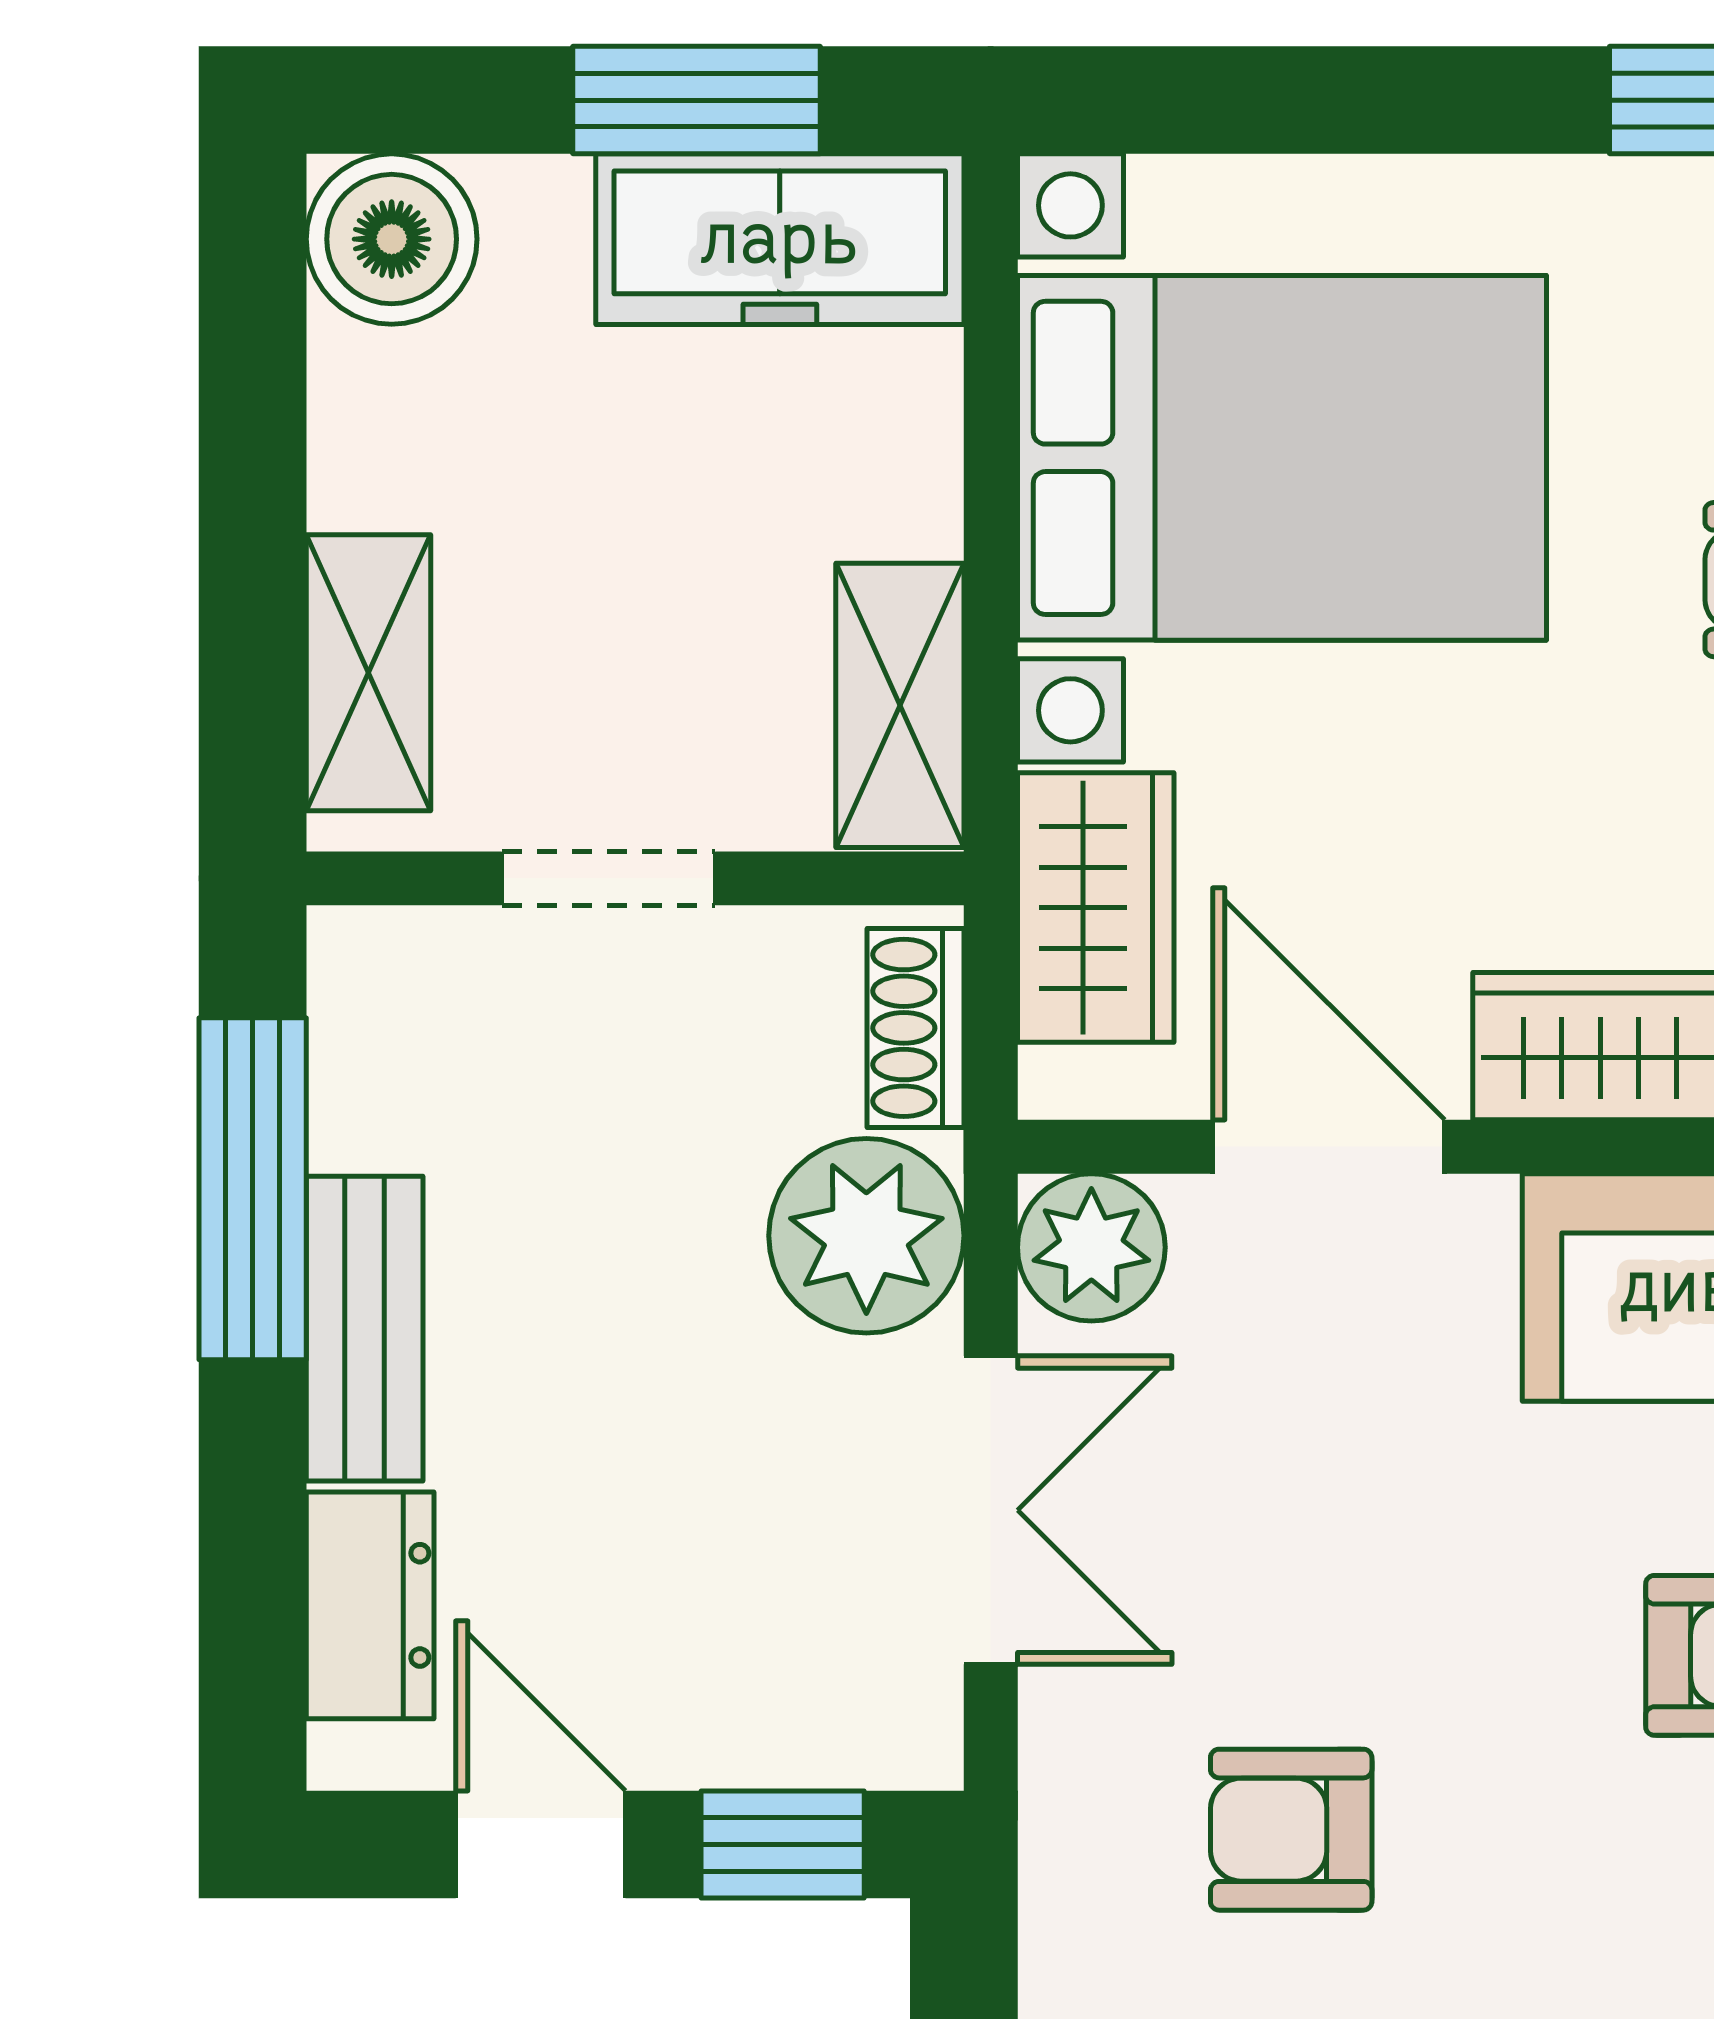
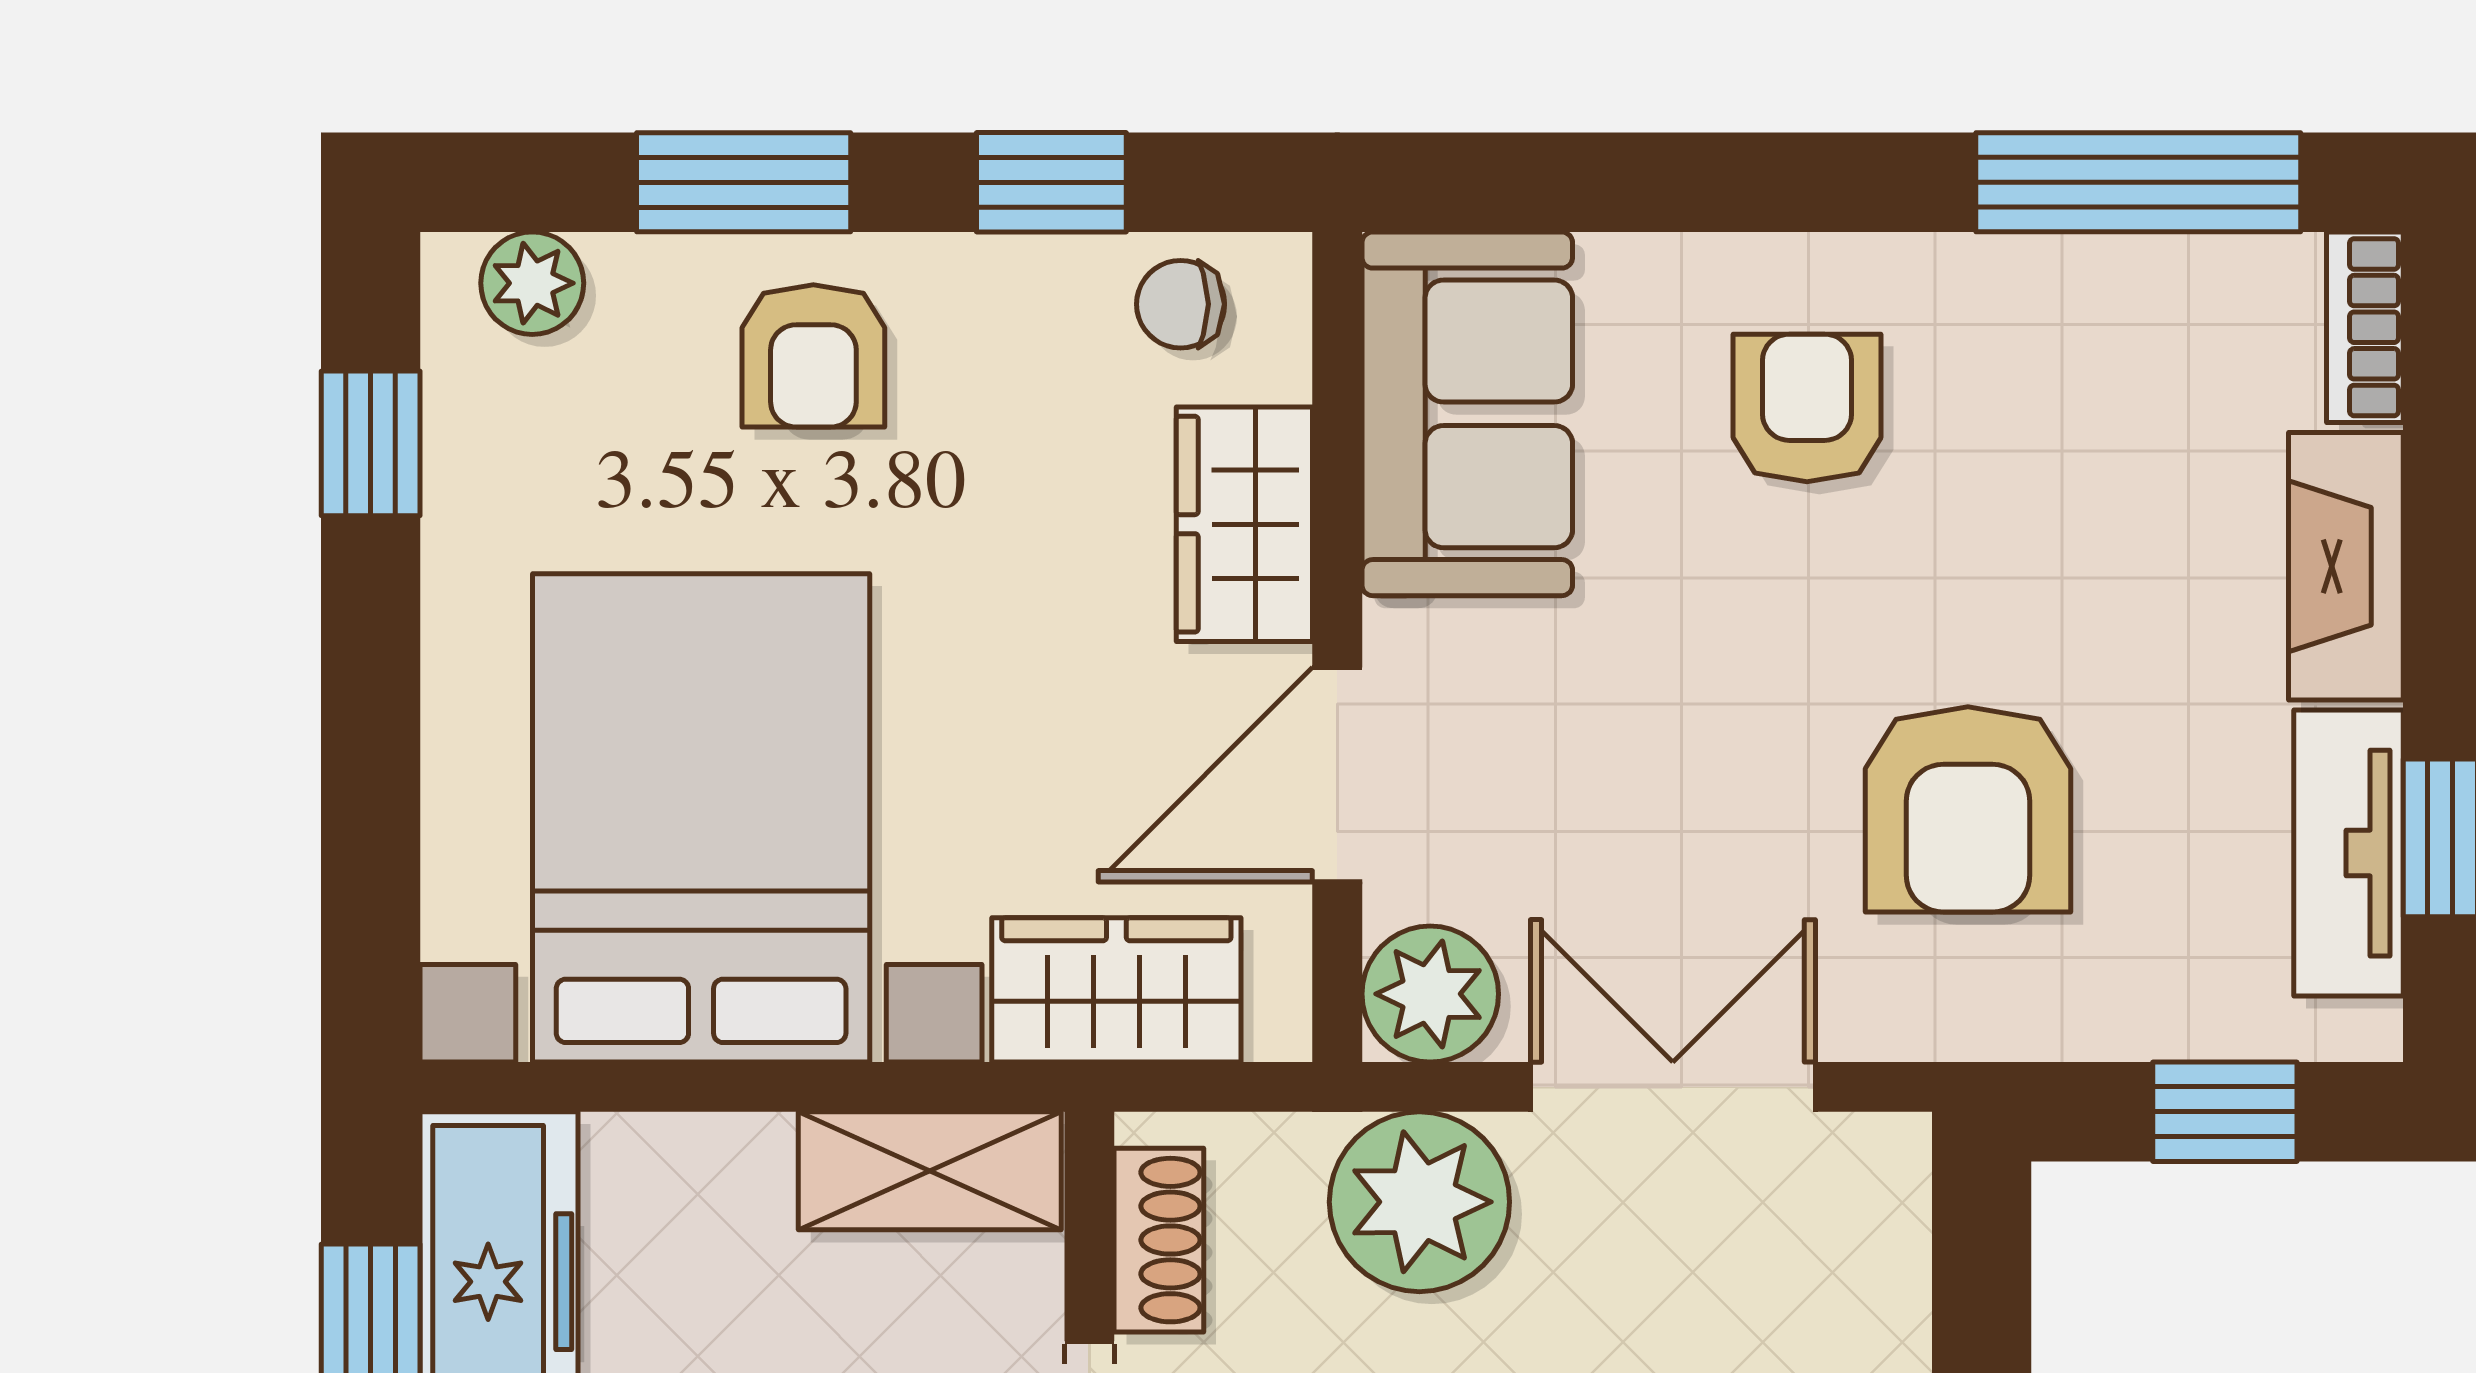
shoe rack: (915, 1028) -> (1159, 1240), moved, turned -90
armchair: (1291, 1830) -> (1968, 809), width x1.38, depth x1.38
window: (783, 1844) -> (1982, 1279), removed

